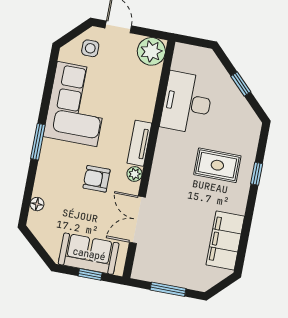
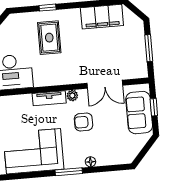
armchair: (97, 179) -> (84, 122), turned 90
floor lamp: (37, 204) -> (90, 162), moved

